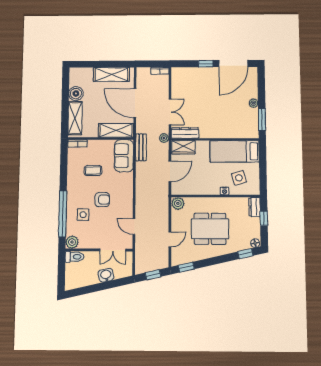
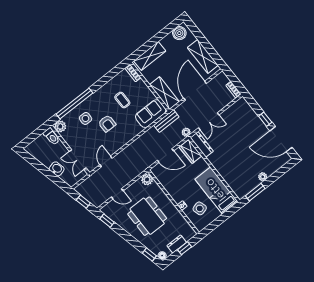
boiler: (76, 94) -> (179, 33), moved
dresser: (254, 207) -> (177, 244), moved

